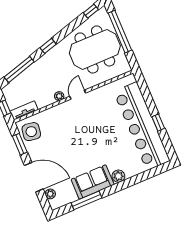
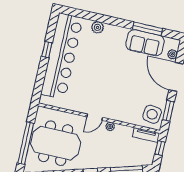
plant: (118, 176) -> (97, 27), moved
sofa: (93, 182) -> (145, 43), moved

